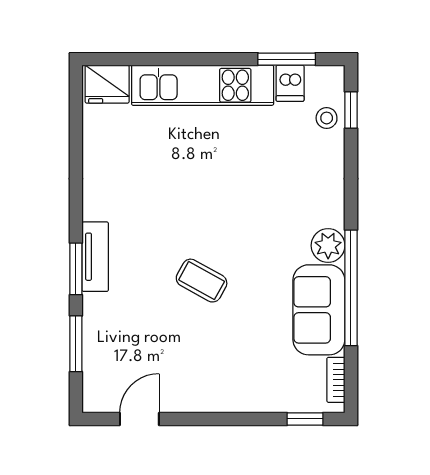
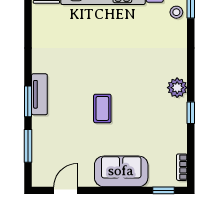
coffee table: (202, 281) -> (102, 108), turned 61
window: (351, 288) -> (191, 113), width x0.32
sofa: (319, 310) -> (121, 171), moved, turned 90

